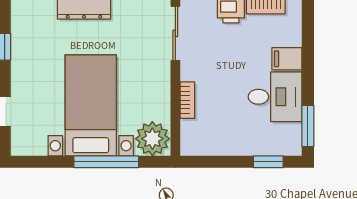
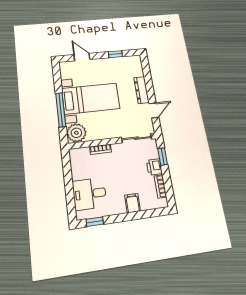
desk: (275, 97) -> (90, 194), moved, turned 90
window: (308, 126) -> (95, 222), width x0.67
window: (268, 162) -> (70, 201), removed

